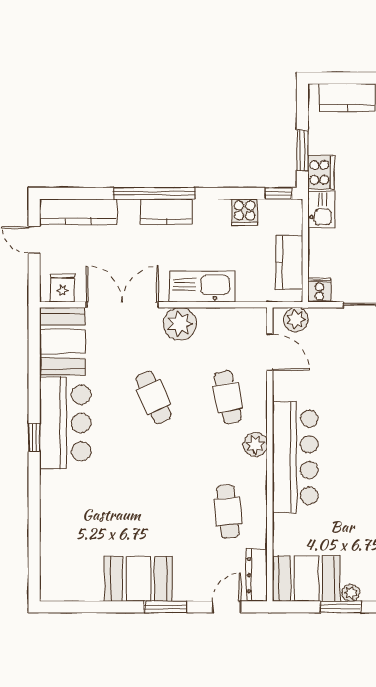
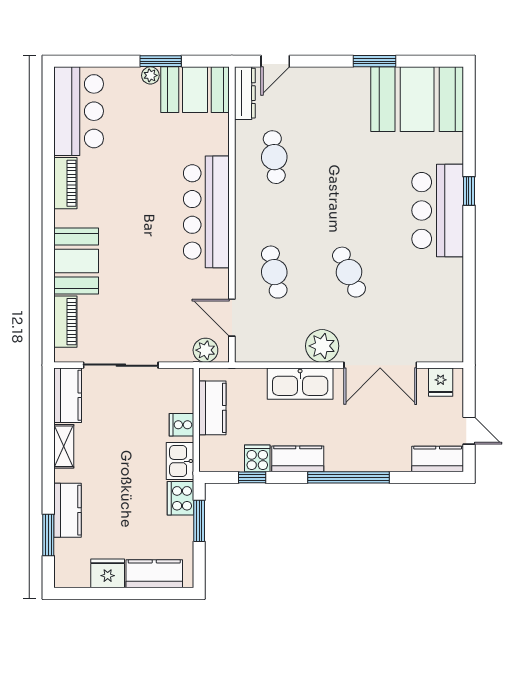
window: (278, 193) -> (252, 477), moved
kitchen counter: (78, 212) -> (438, 459), width x0.67
kitchen counter: (166, 212) -> (298, 459), moved
cooker: (319, 290) -> (181, 425), moved, turned 90
booth: (62, 341) -> (441, 328), removed
bar counter: (65, 423) -> (438, 210), moved
window: (34, 437) -> (469, 191), moved
plant: (255, 445) -> (247, 224), removed
booth: (138, 579) -> (417, 99), moved, width x1.36, depth x1.42
window: (166, 607) -> (374, 61), moved

